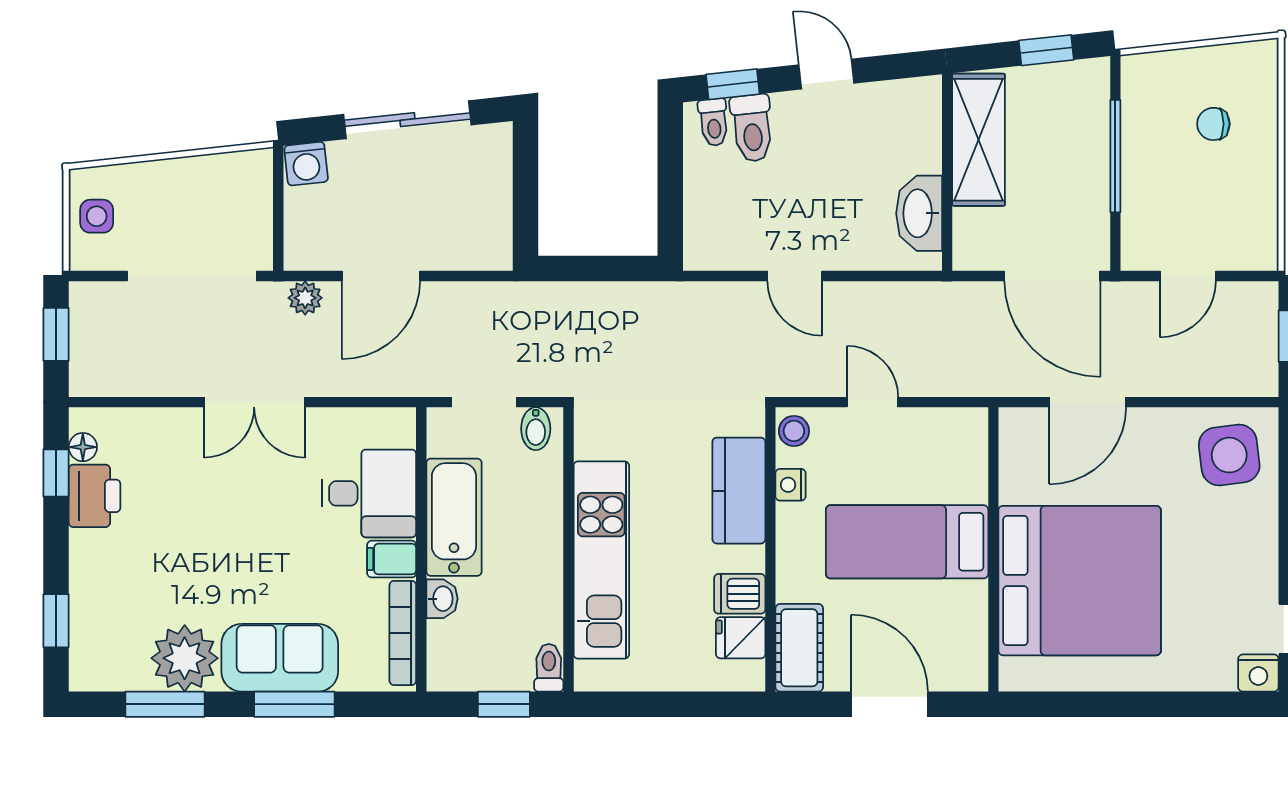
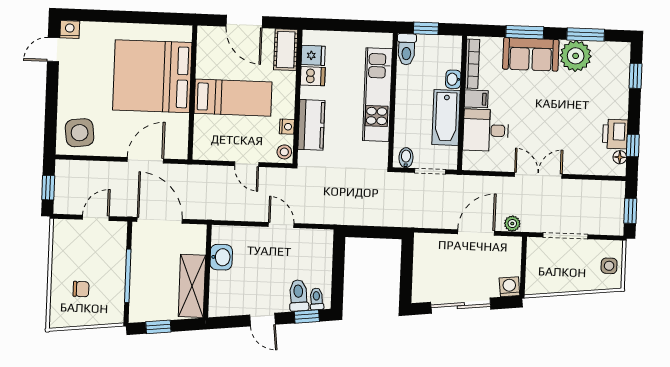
washbasin: (919, 213) -> (221, 257), width x0.72
doorway: (192, 276) -> (565, 236), width x0.73
toilet: (549, 668) -> (407, 49), width x1.37, depth x1.39

